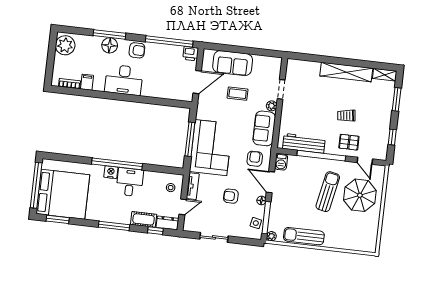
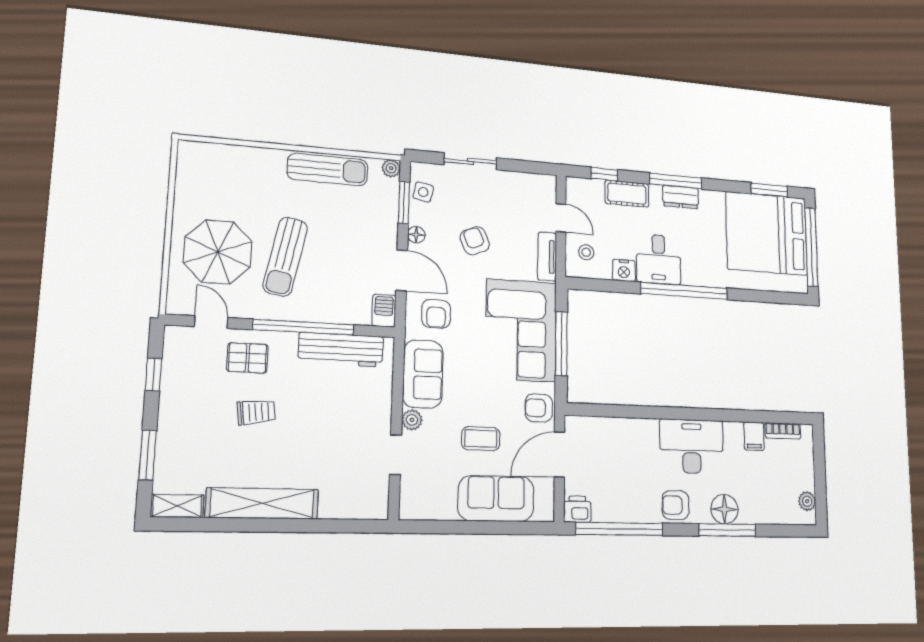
plant: (65, 45) -> (807, 501), width x0.53, depth x0.53
armchair: (206, 107) -> (539, 408), added
nightstand: (111, 172) -> (624, 270), moved
armchair: (231, 196) -> (475, 241), turned -113
door: (183, 207) -> (561, 218), swing flipped
window: (266, 218) -> (404, 203), width x0.69
dresser: (167, 223) -> (681, 197), moved
sliding door: (214, 237) -> (471, 161), moved

